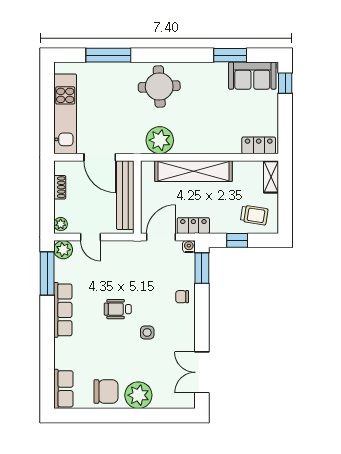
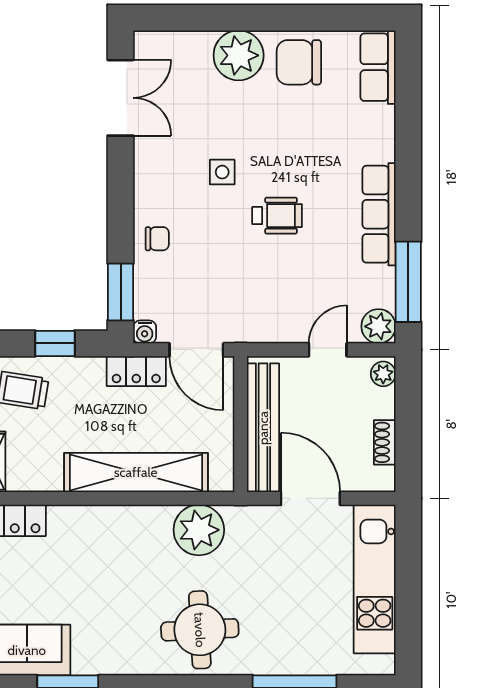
door: (90, 237) -> (328, 350), hinge flipped
door: (161, 237) -> (196, 350), hinge flipped

